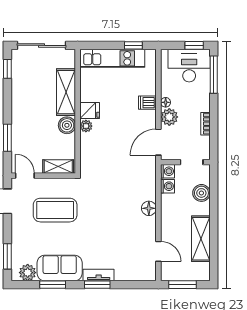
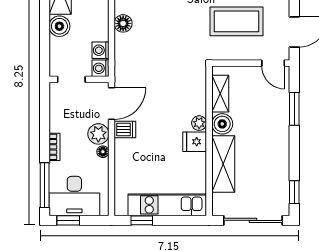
dishwasher: (147, 103) -> (125, 130), moved
bookcase: (205, 124) -> (55, 147), moved
shelving: (58, 166) -> (220, 94), moved, turned 90
boiler: (201, 193) -> (59, 26), moved

